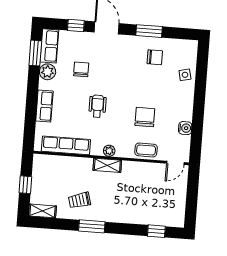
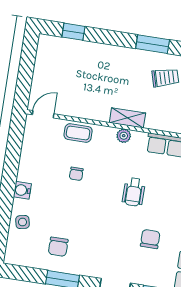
chair: (155, 57) -> (58, 247), turned -90
chair: (81, 69) -> (150, 239), turned 180
chair: (145, 117) -> (76, 174), width x0.54, depth x0.54
water cooler: (185, 128) -> (22, 190), moved

